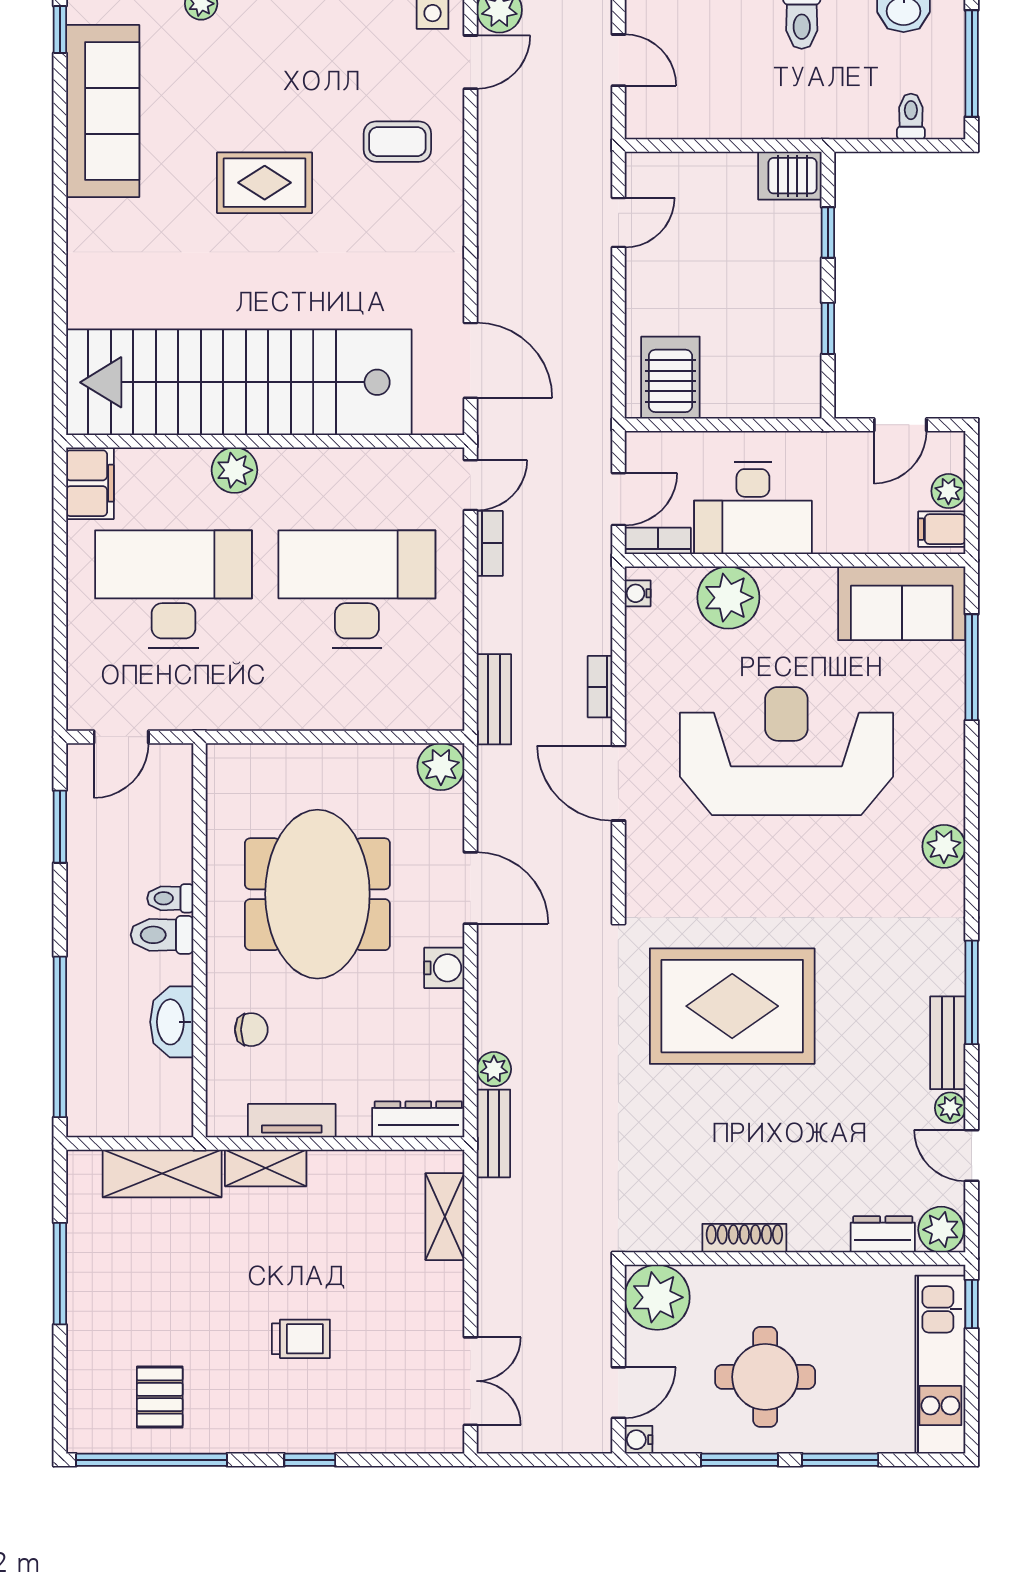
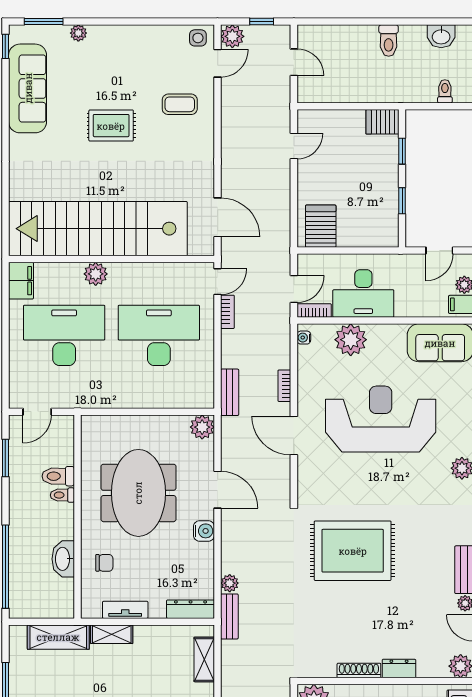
toilet: (162, 935) -> (58, 476), moved
dresser: (883, 1234) -> (399, 669), moved

